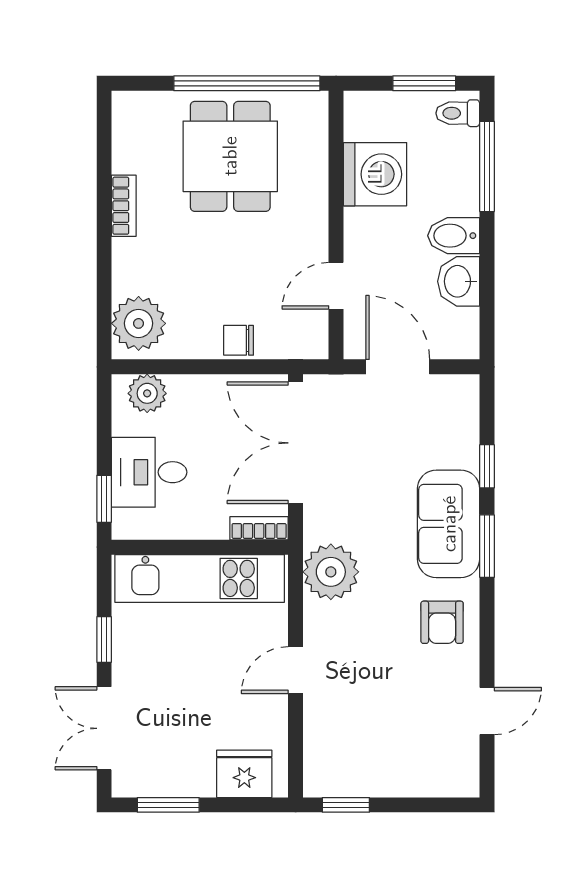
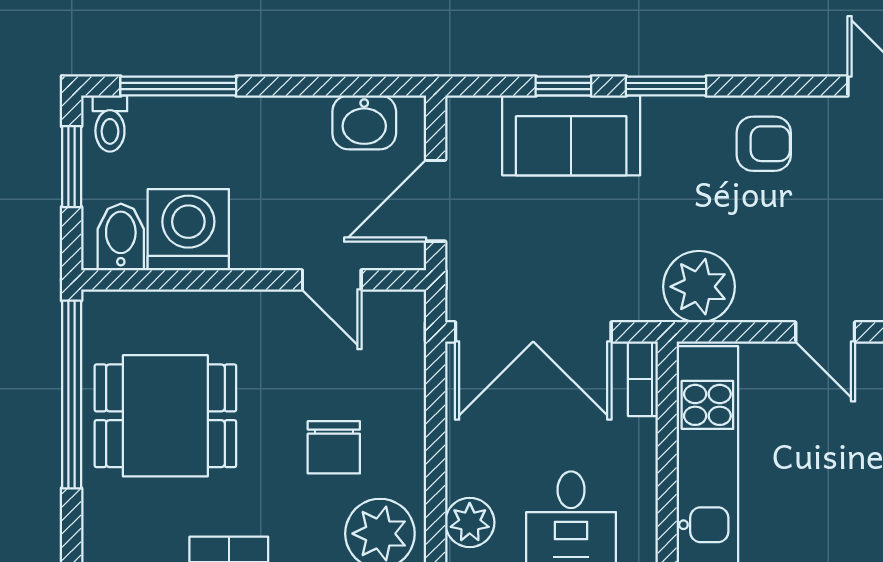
bidet: (454, 236) -> (121, 237), moved, turned 180
washbasin: (459, 281) -> (364, 122), moved
chair: (239, 340) -> (334, 447), moved, width x1.37, depth x1.37
sofa: (449, 524) -> (571, 135), moved

